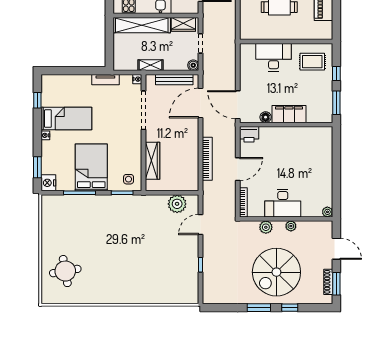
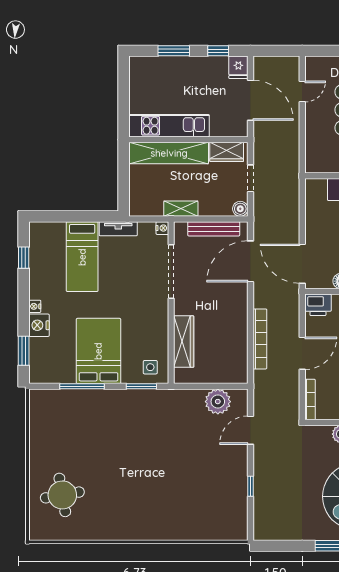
bed: (66, 119) -> (82, 257), moved, turned 90
nightstand: (48, 183) -> (39, 325), moved

